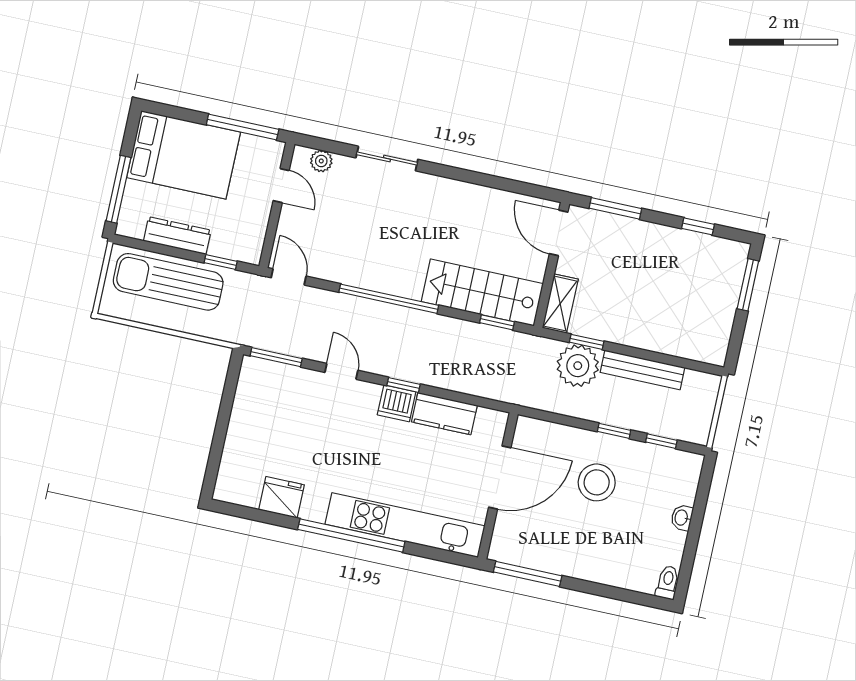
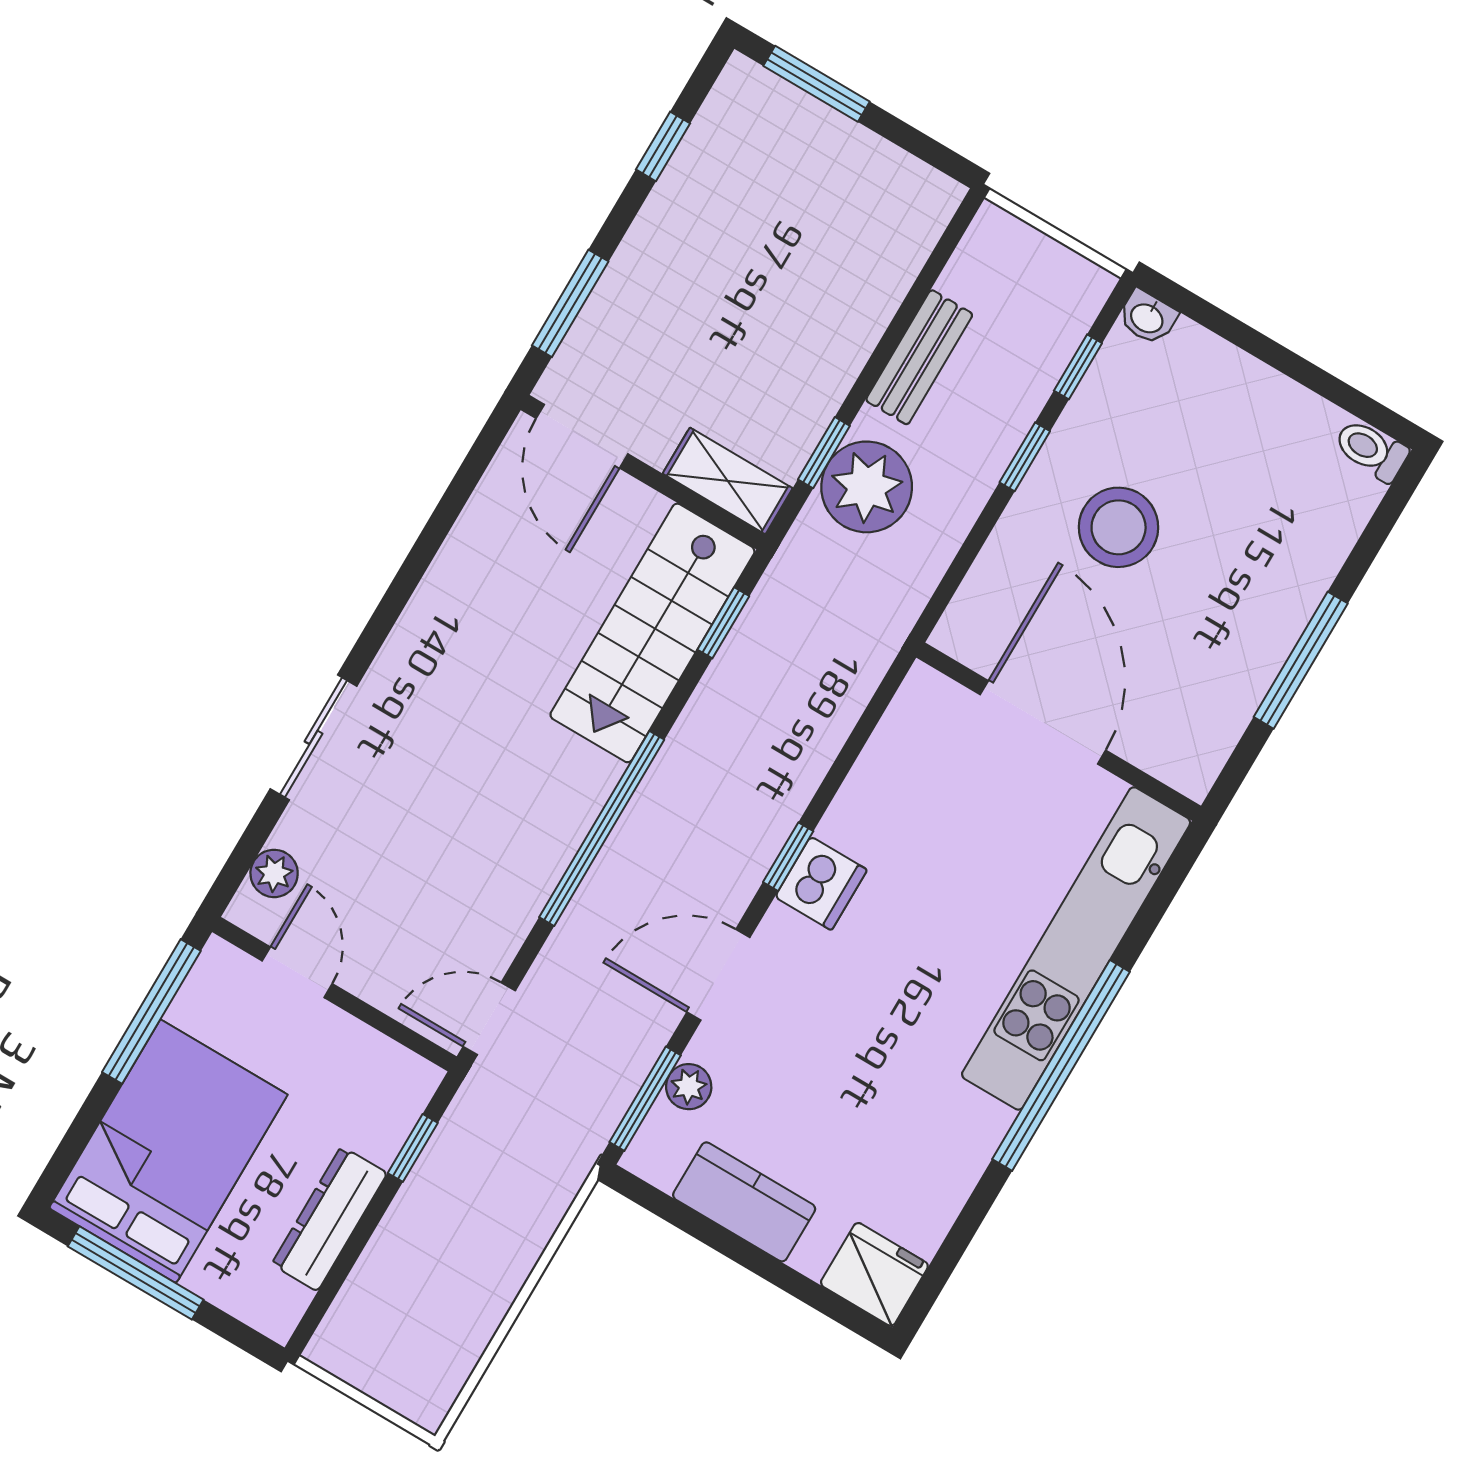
door: (281, 186) -> (297, 972), hinge flipped
window: (118, 189) -> (136, 1273), moved
door: (559, 233) -> (582, 436), hinge flipped
sun lounger: (168, 282) -> (418, 1269), removed
bench: (643, 370) -> (919, 357), width x0.73
door: (341, 371) -> (718, 975), width x1.38
plant: (288, 375) -> (689, 1087), added
kitchen counter: (444, 414) -> (744, 1202), moved, turned -90
fridge: (282, 497) -> (874, 1274), moved, turned 90
washbasin: (682, 518) -> (1147, 317), moved
window: (528, 574) -> (1301, 660), moved

